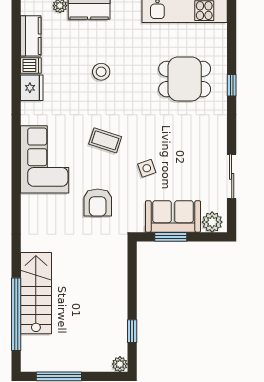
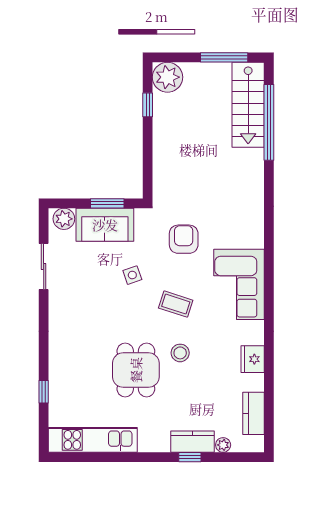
dishwasher: (31, 66) -> (253, 382), removed
stool: (101, 72) -> (180, 353), moved
dining table: (185, 79) -> (136, 370), moved, turned 90
window: (232, 85) -> (44, 392), moved
stairs: (36, 293) -> (248, 105), moved
plant: (120, 364) -> (167, 77), width x1.88, depth x1.88

